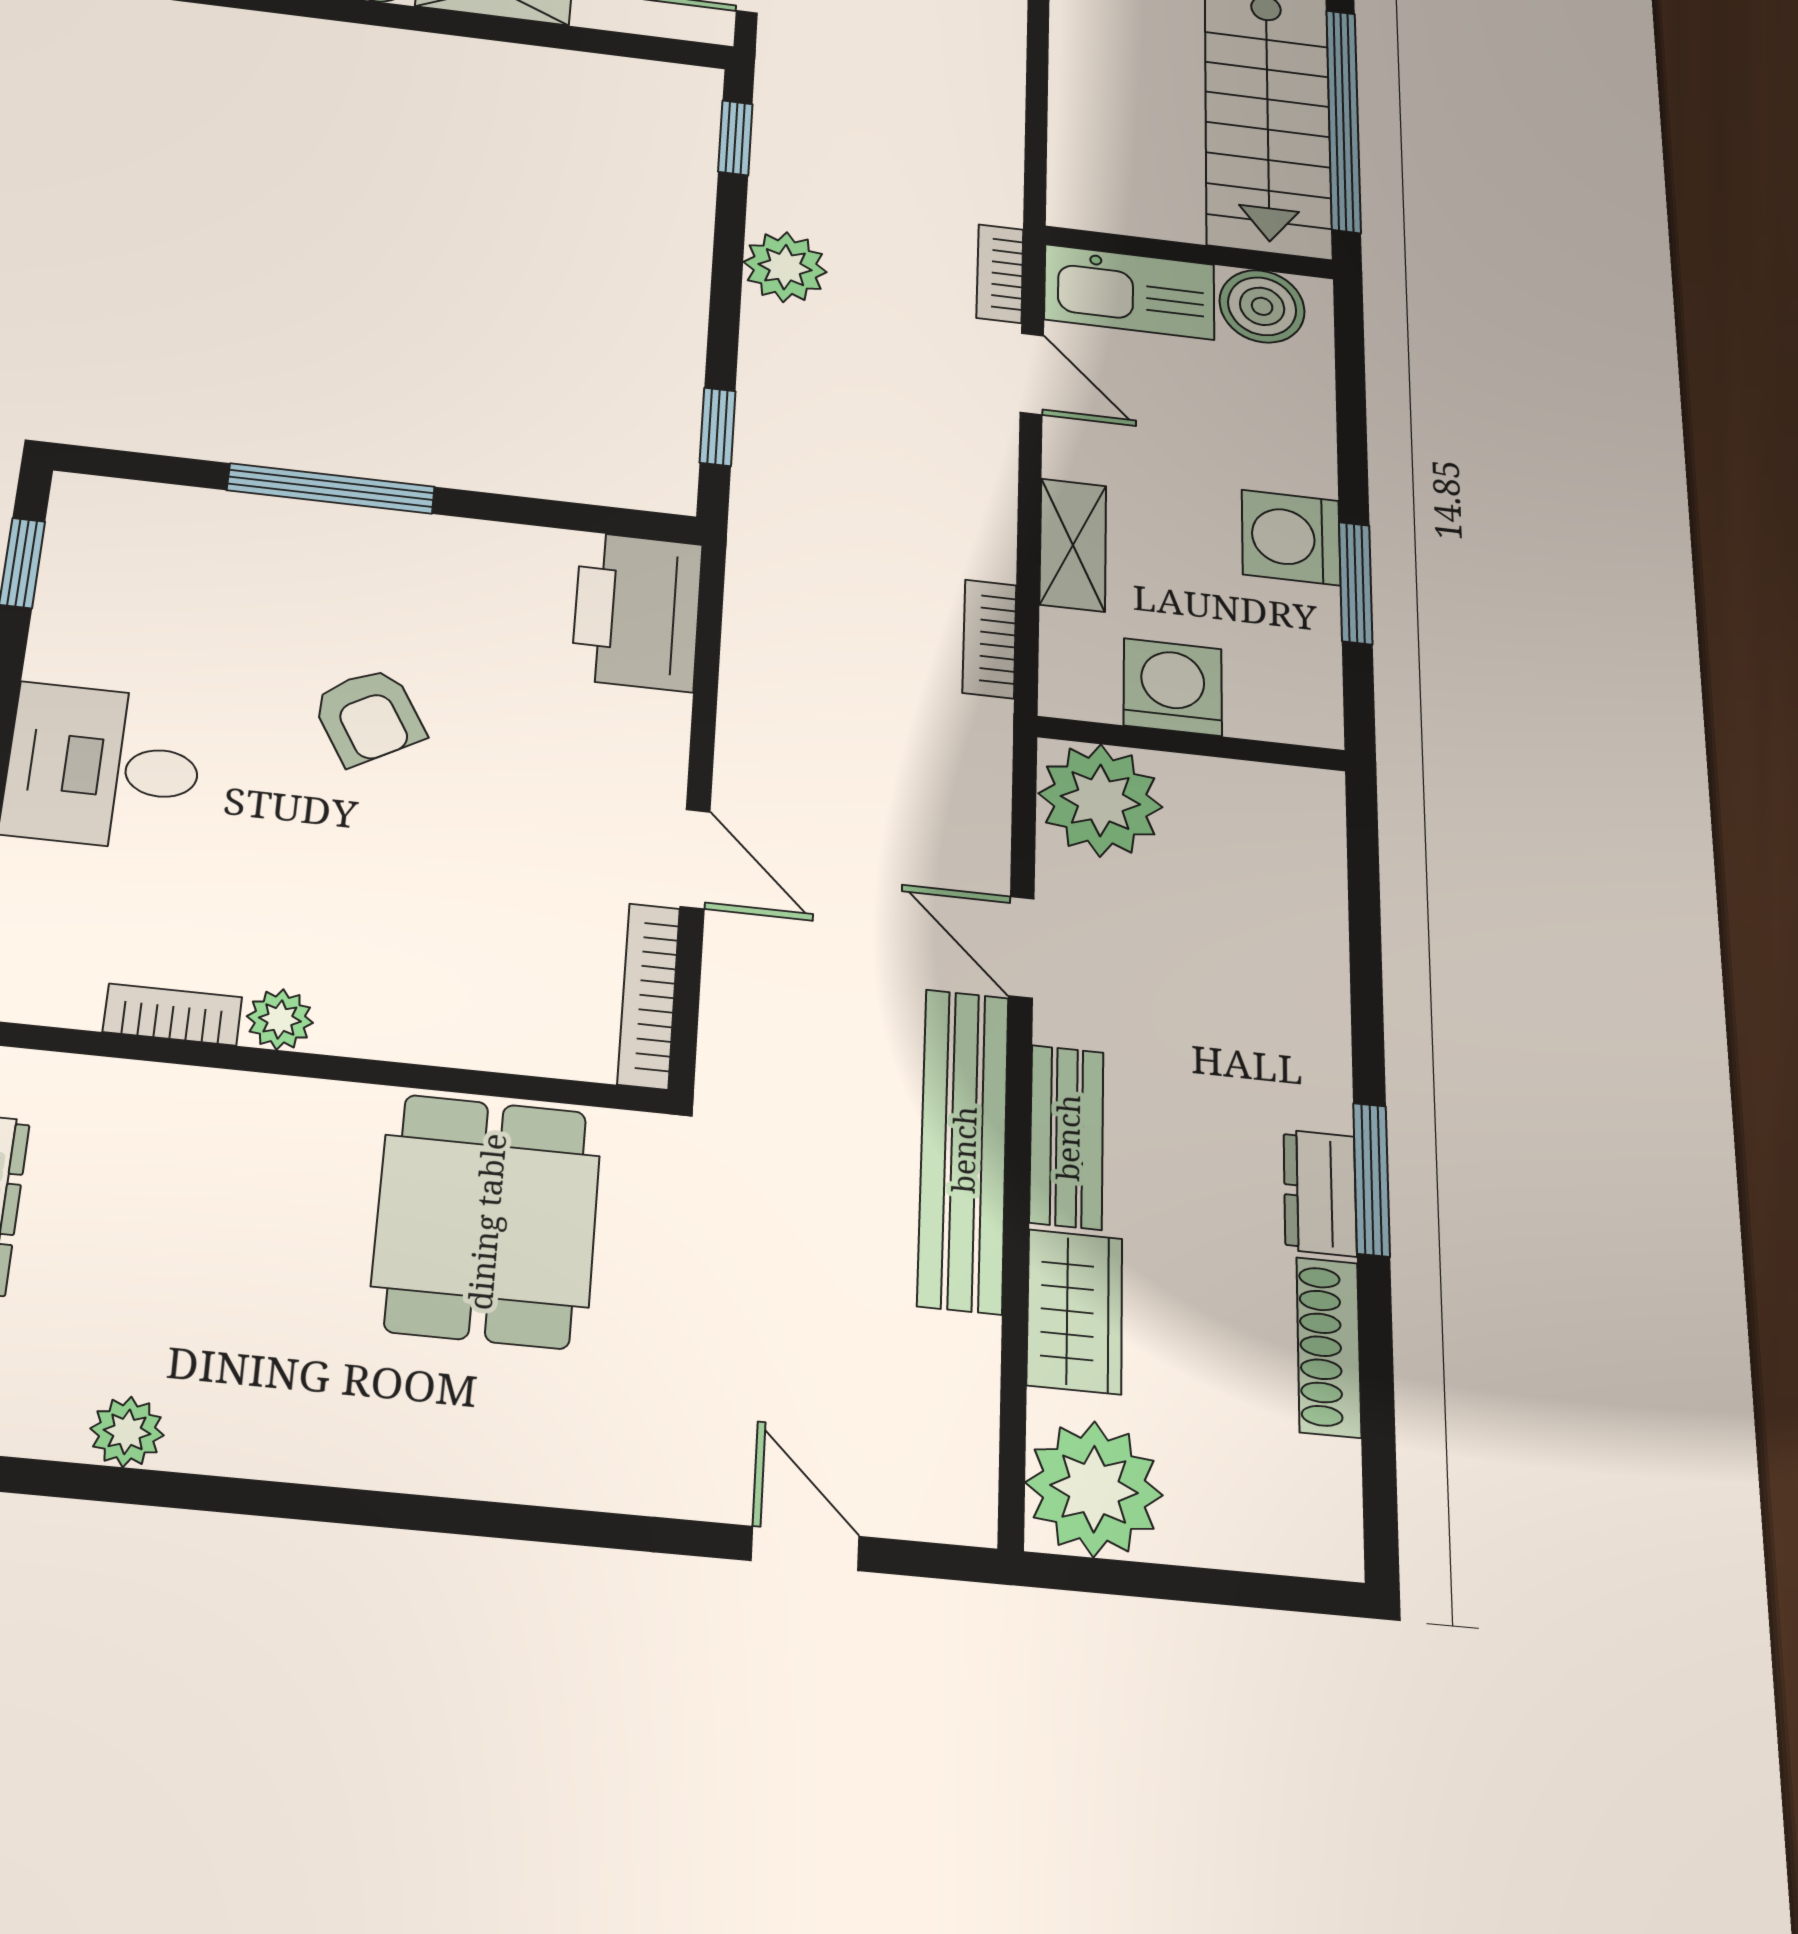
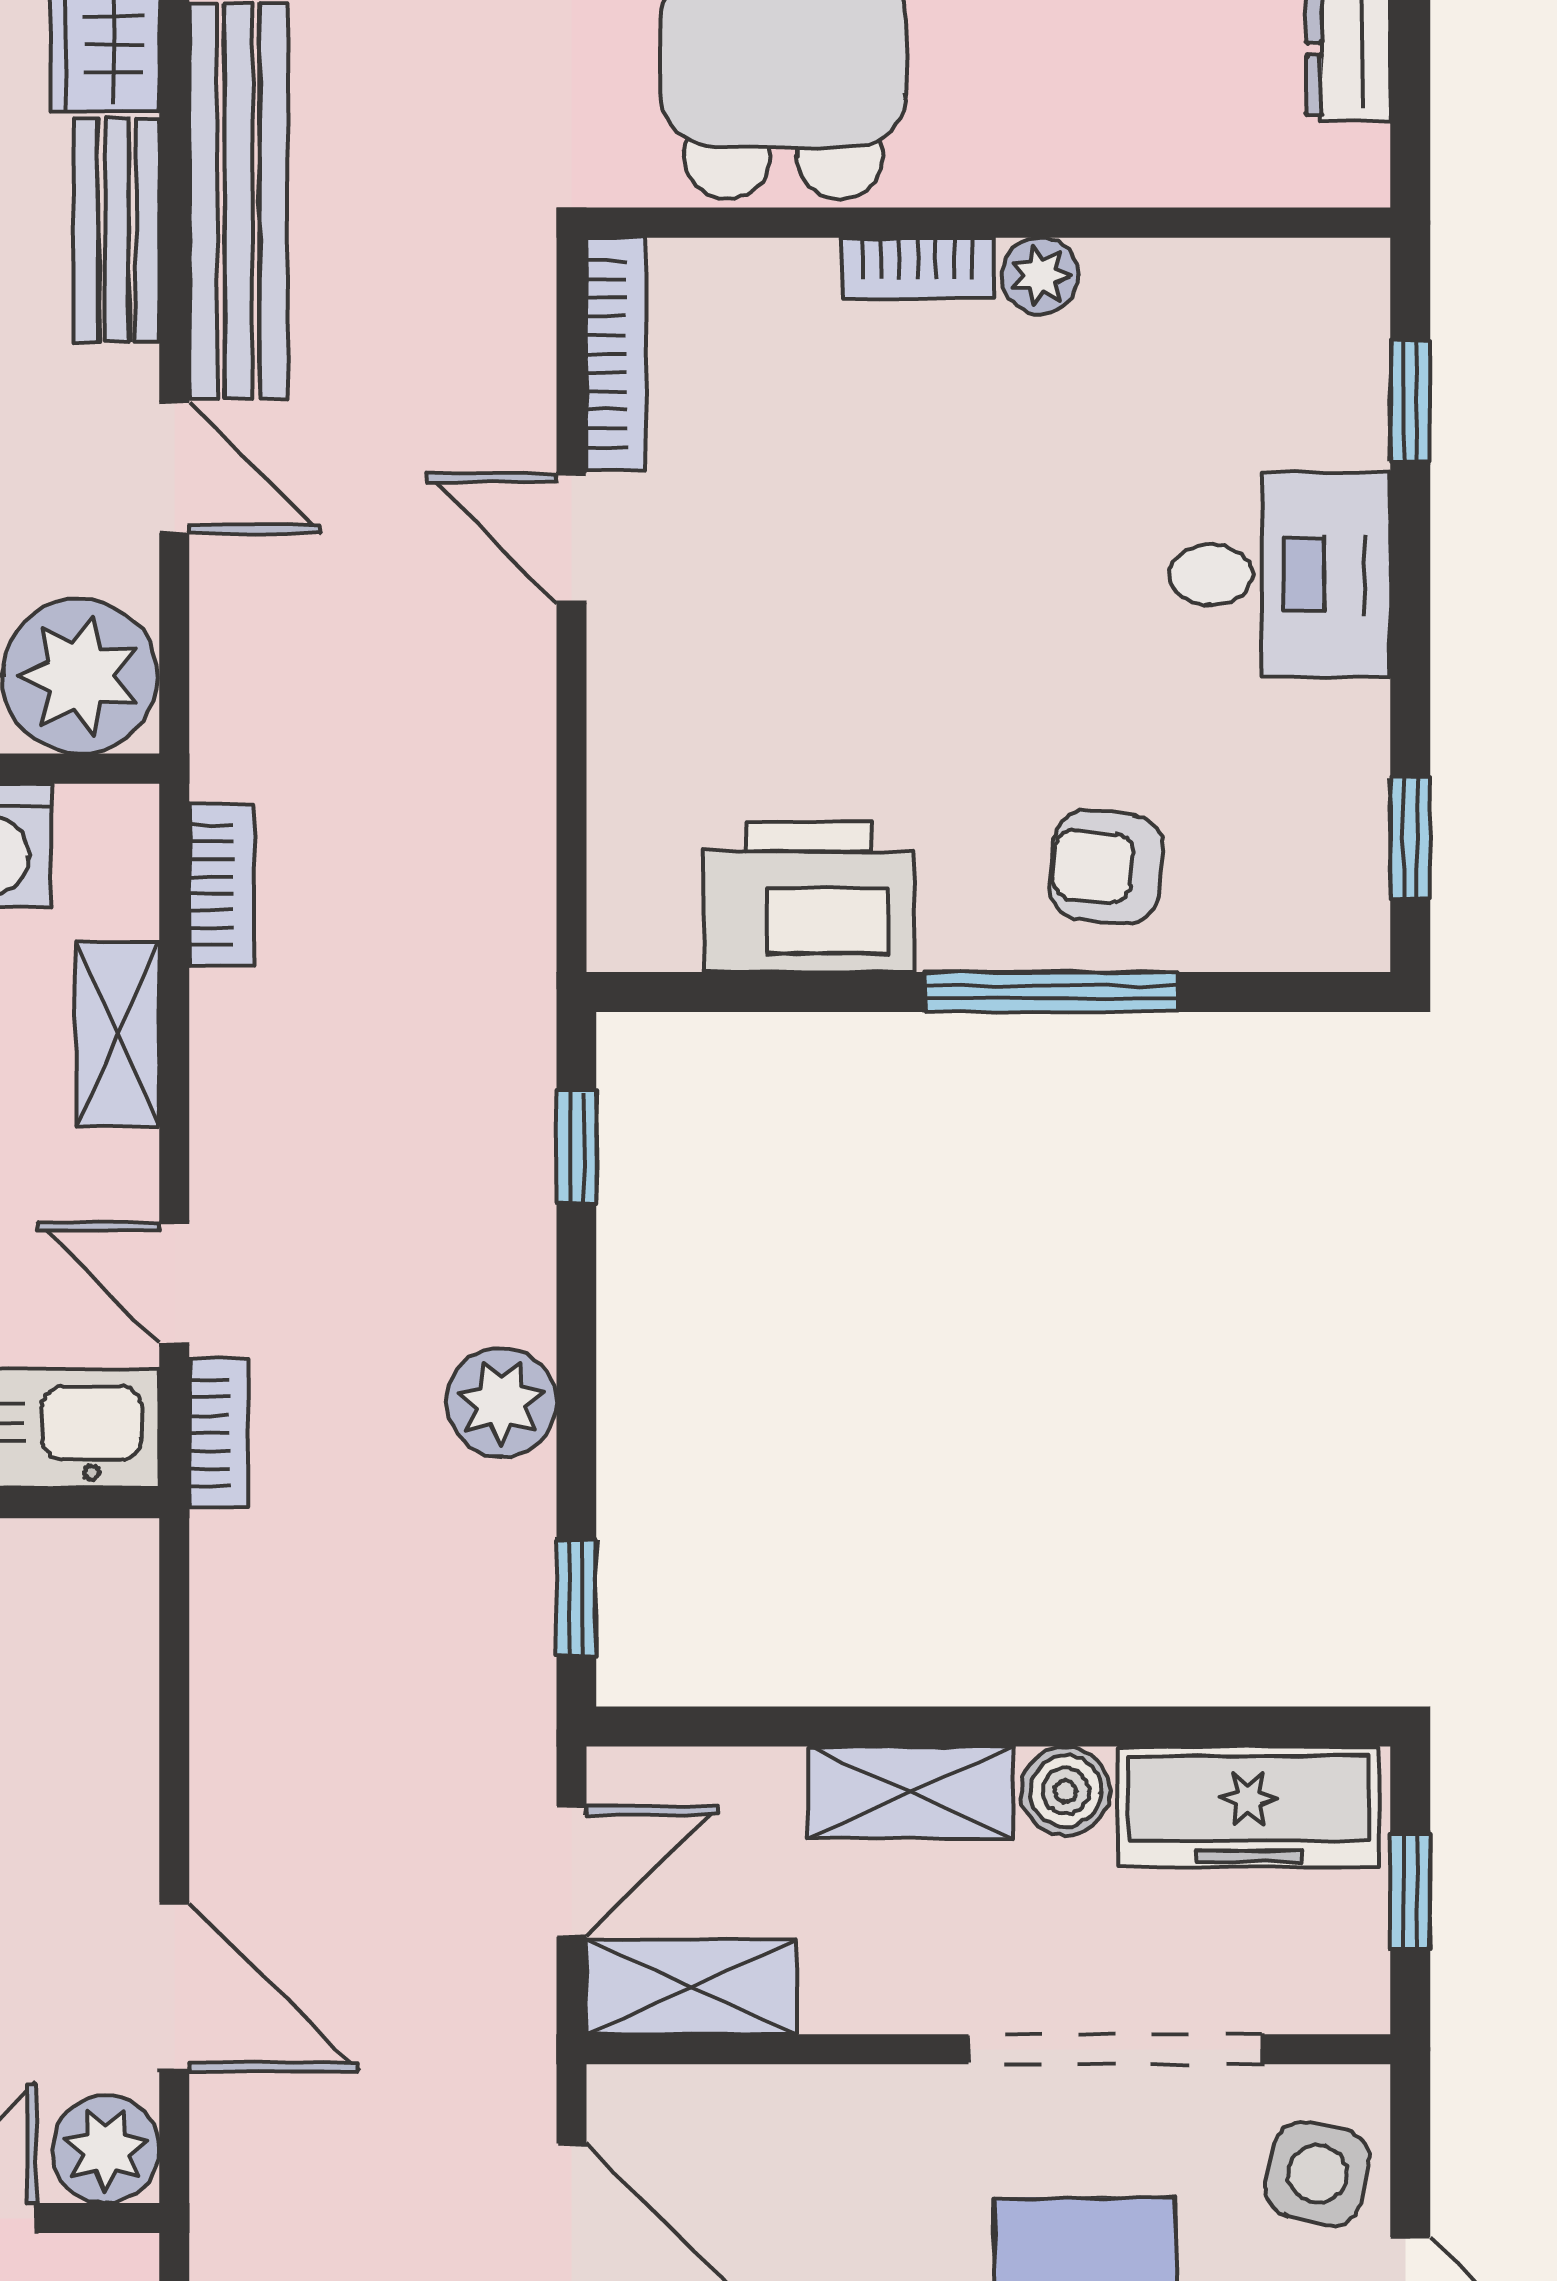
printer: (637, 611) -> (809, 897), moved, turned -90
armchair: (368, 716) -> (1106, 867), moved, turned -54
bookcase: (173, 1015) -> (918, 268), moved

